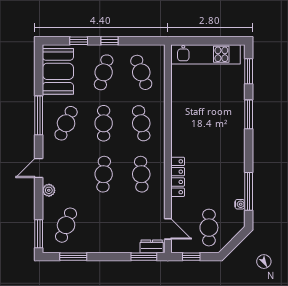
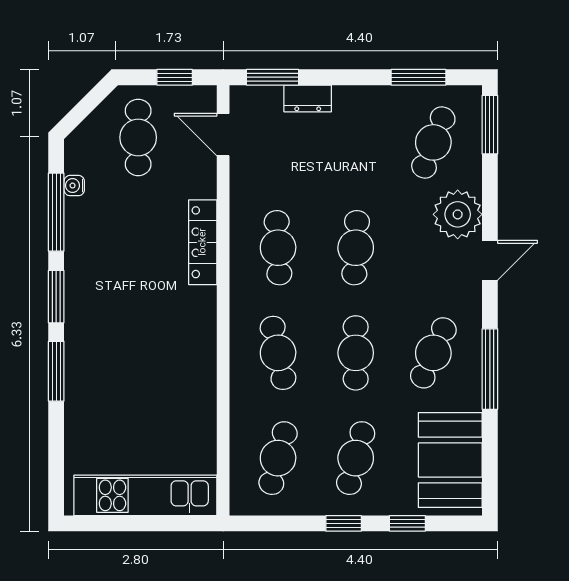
window: (249, 71) -> (56, 297), moved
cafe table: (141, 72) -> (278, 458), turned 36
plant: (49, 190) -> (458, 214), width x1.88, depth x1.88
dresser: (152, 246) -> (308, 98), moved

